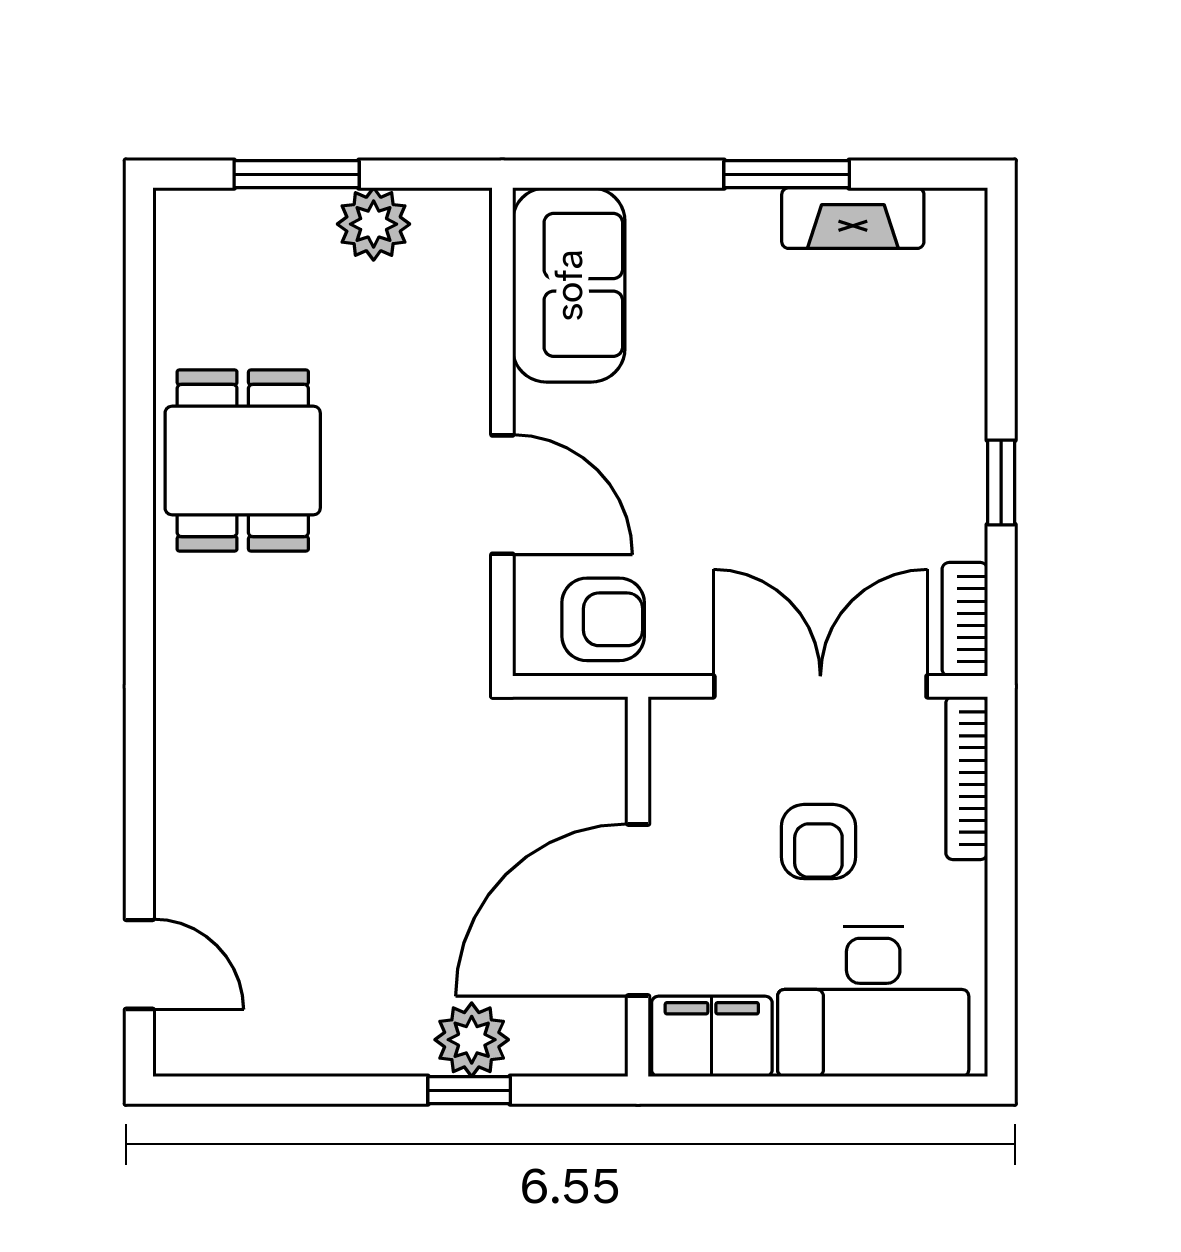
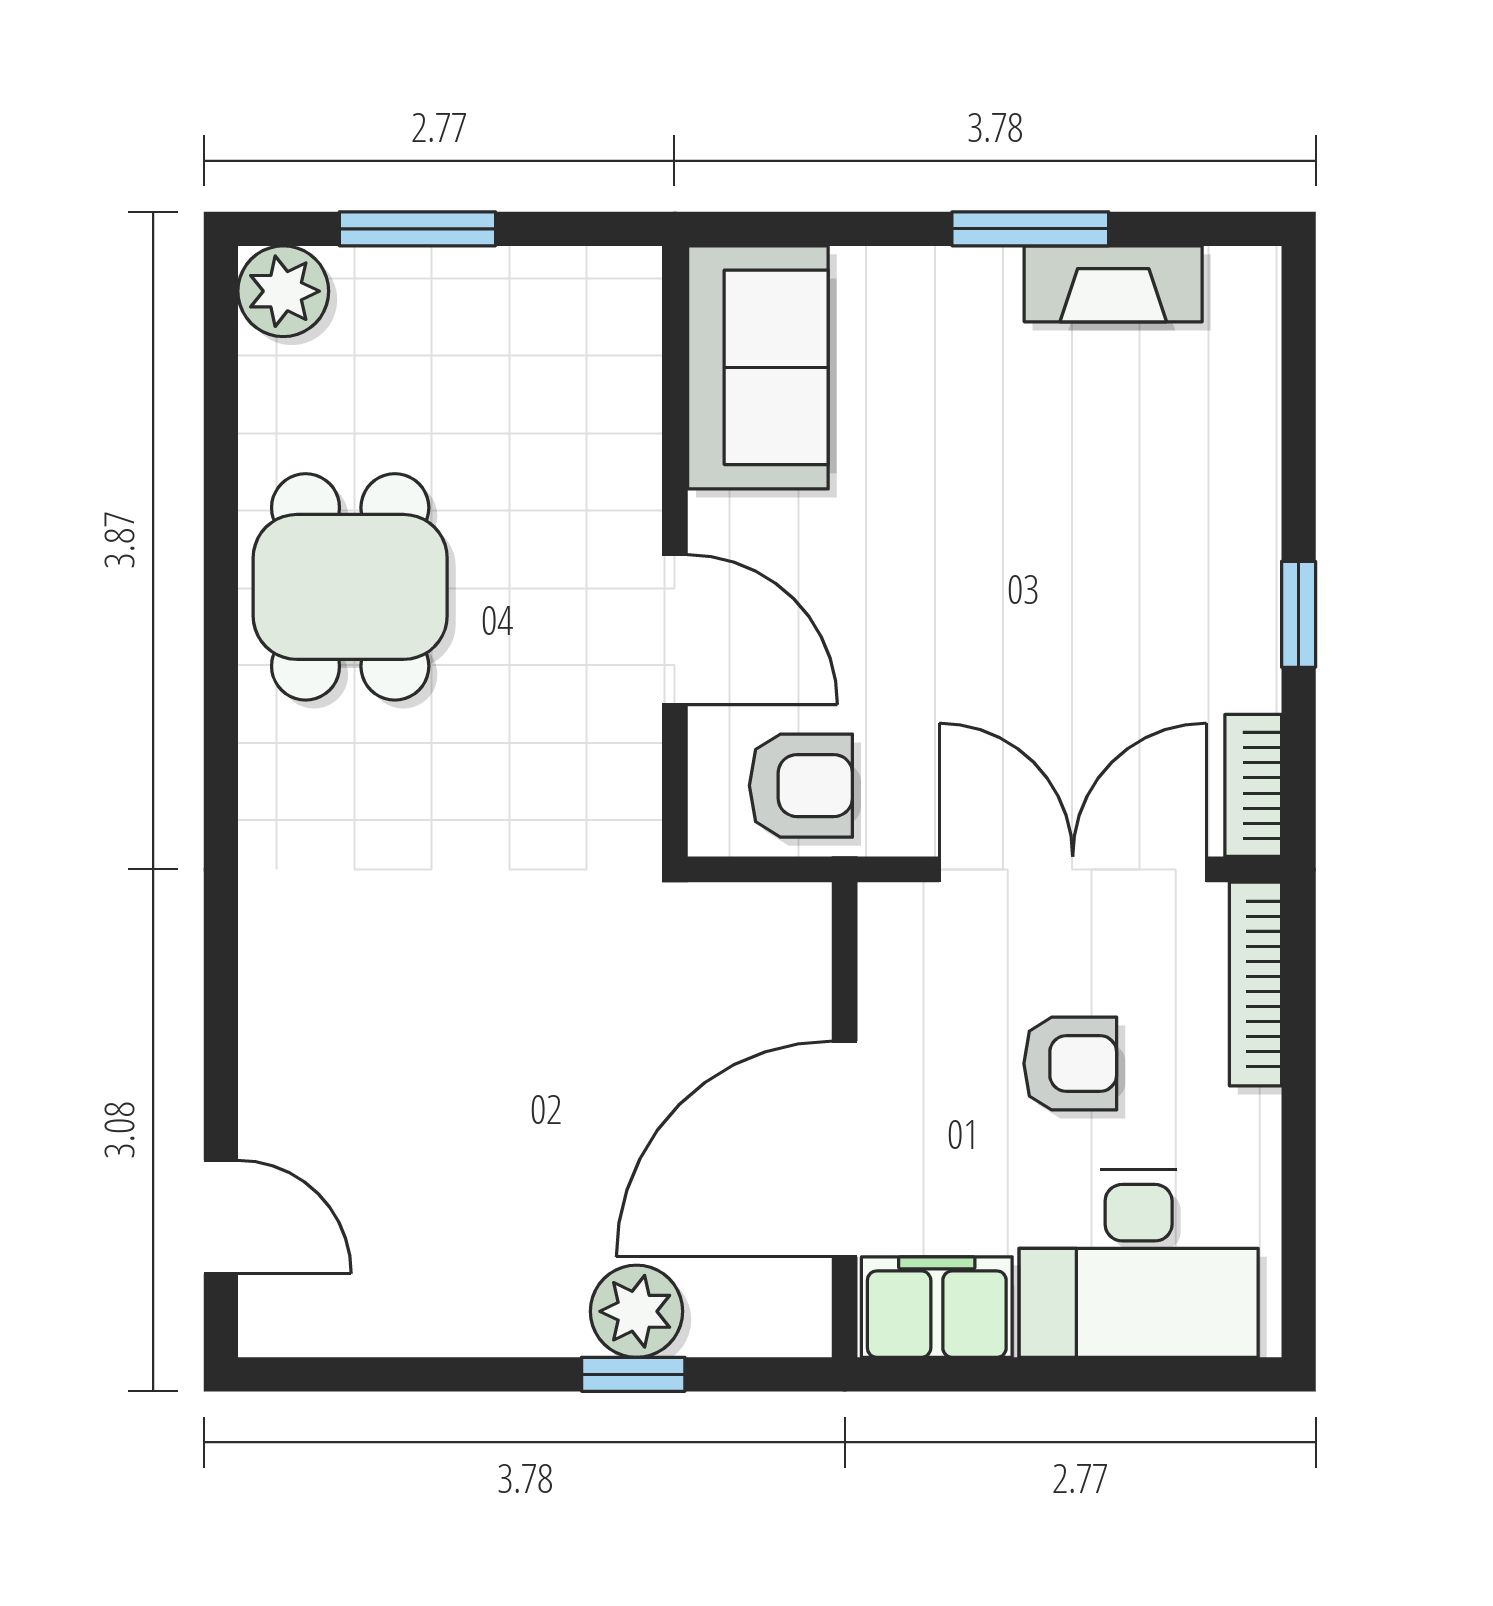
plant: (374, 224) -> (283, 291), moved
armchair: (818, 842) -> (1070, 1064), turned -90

